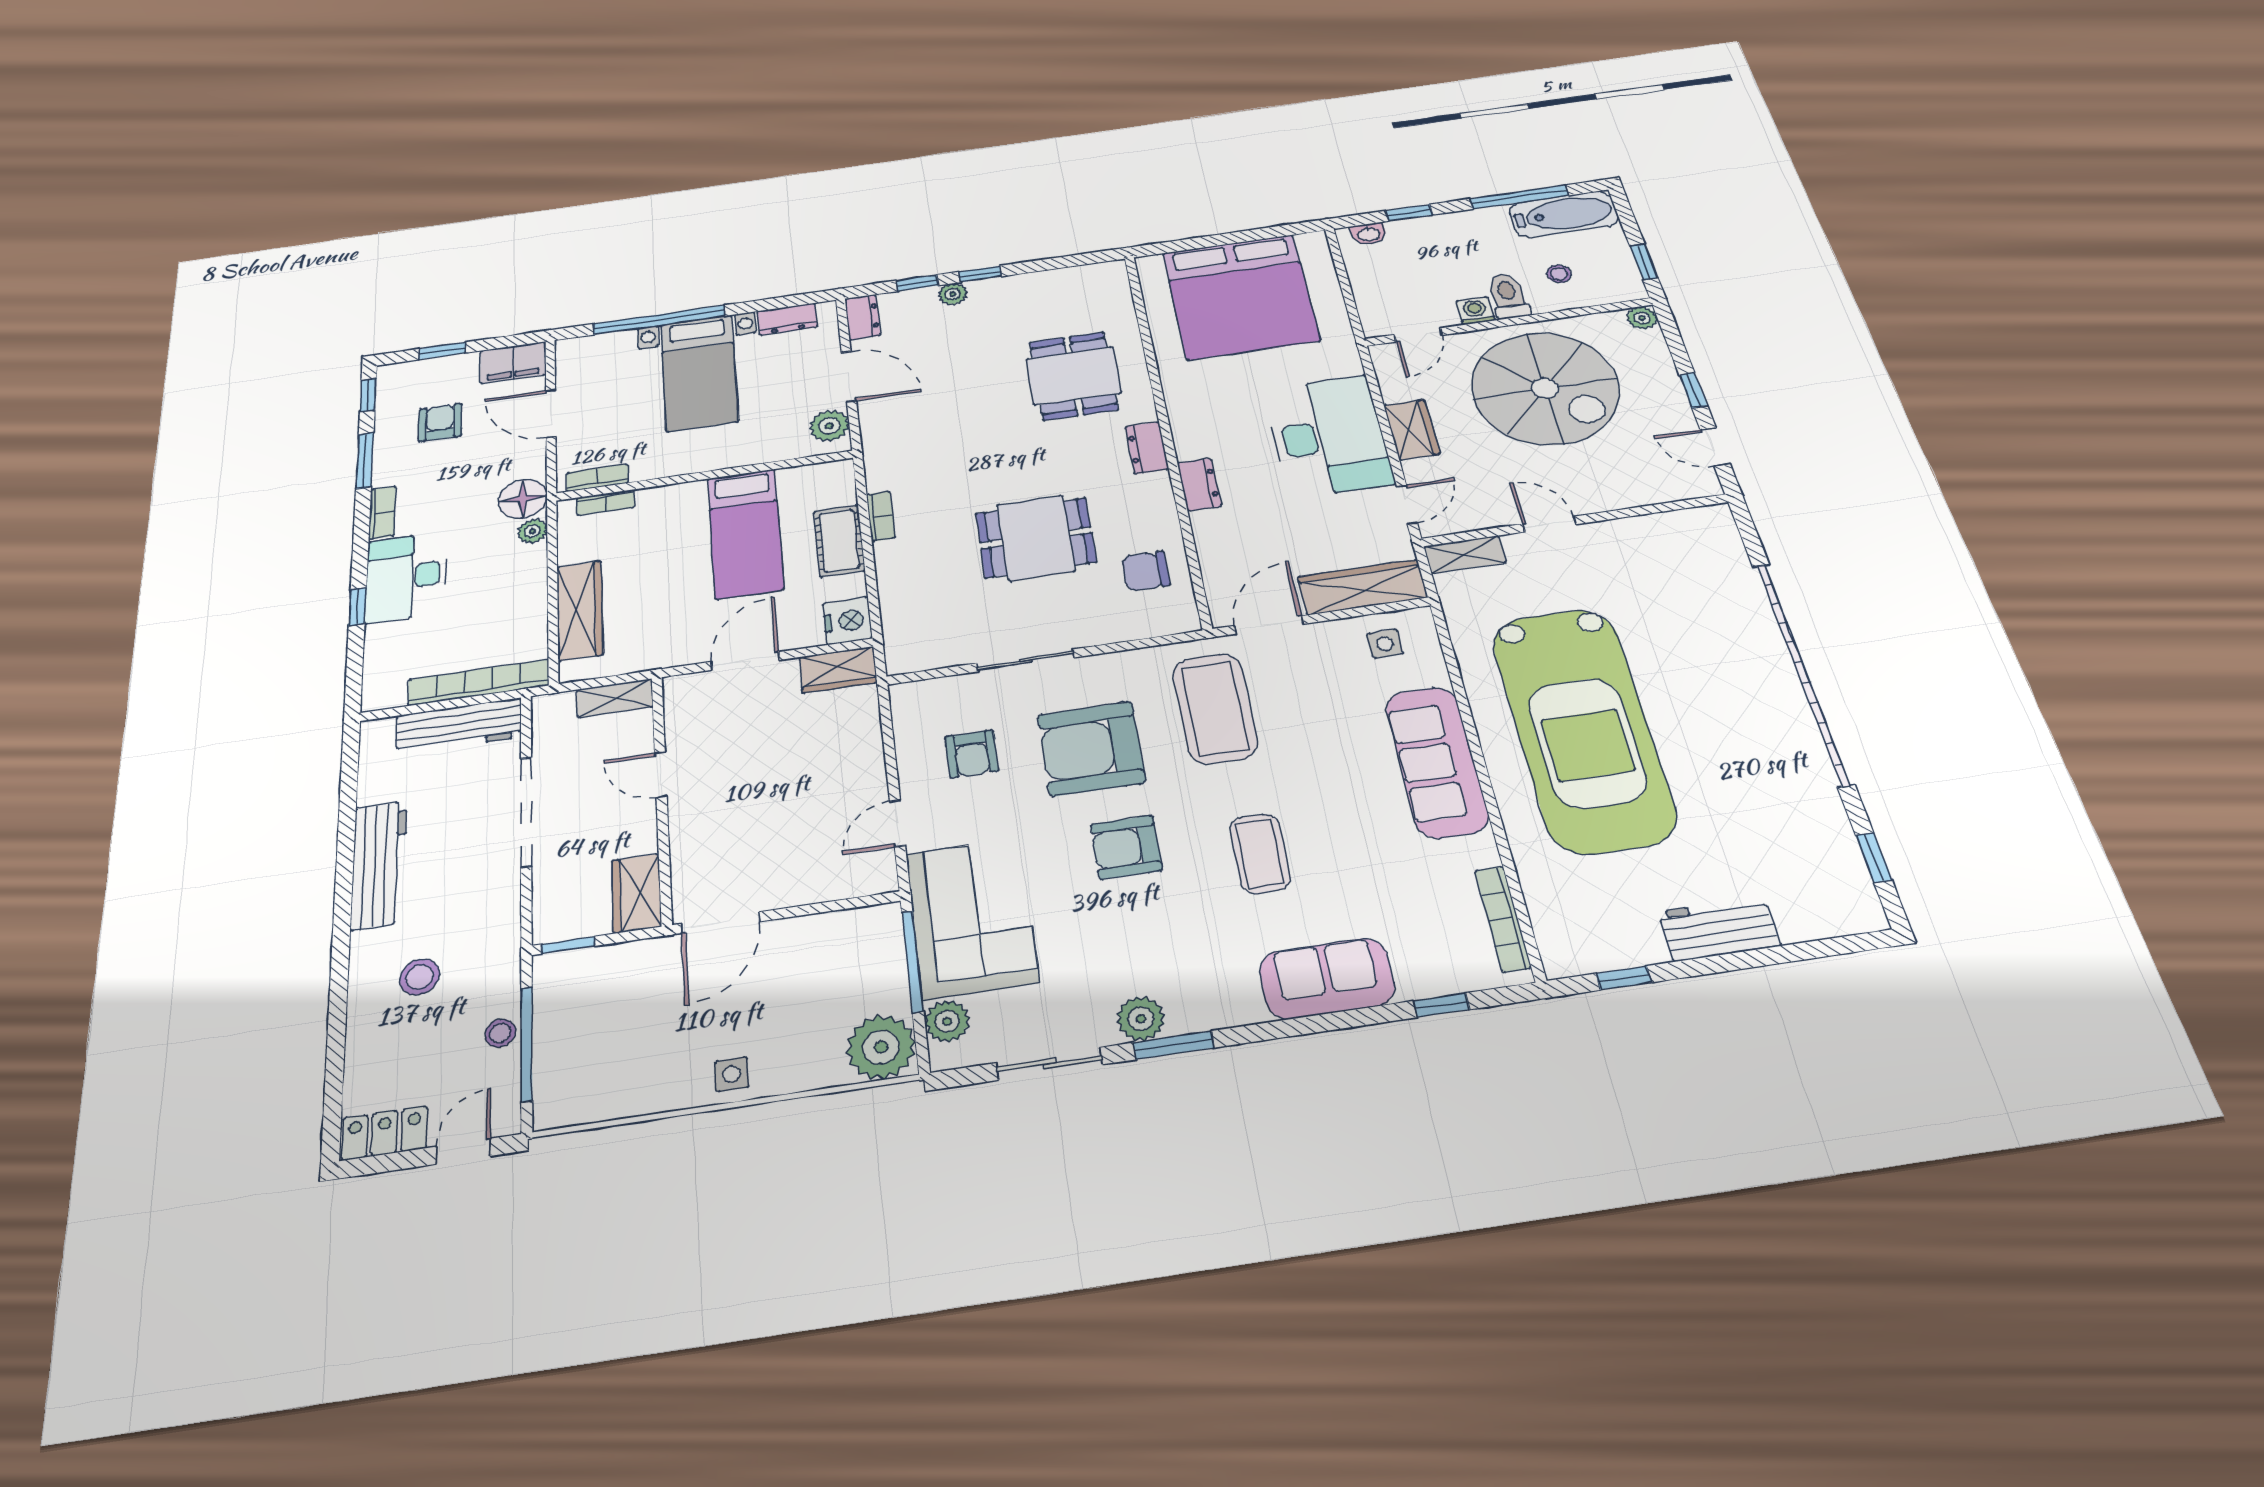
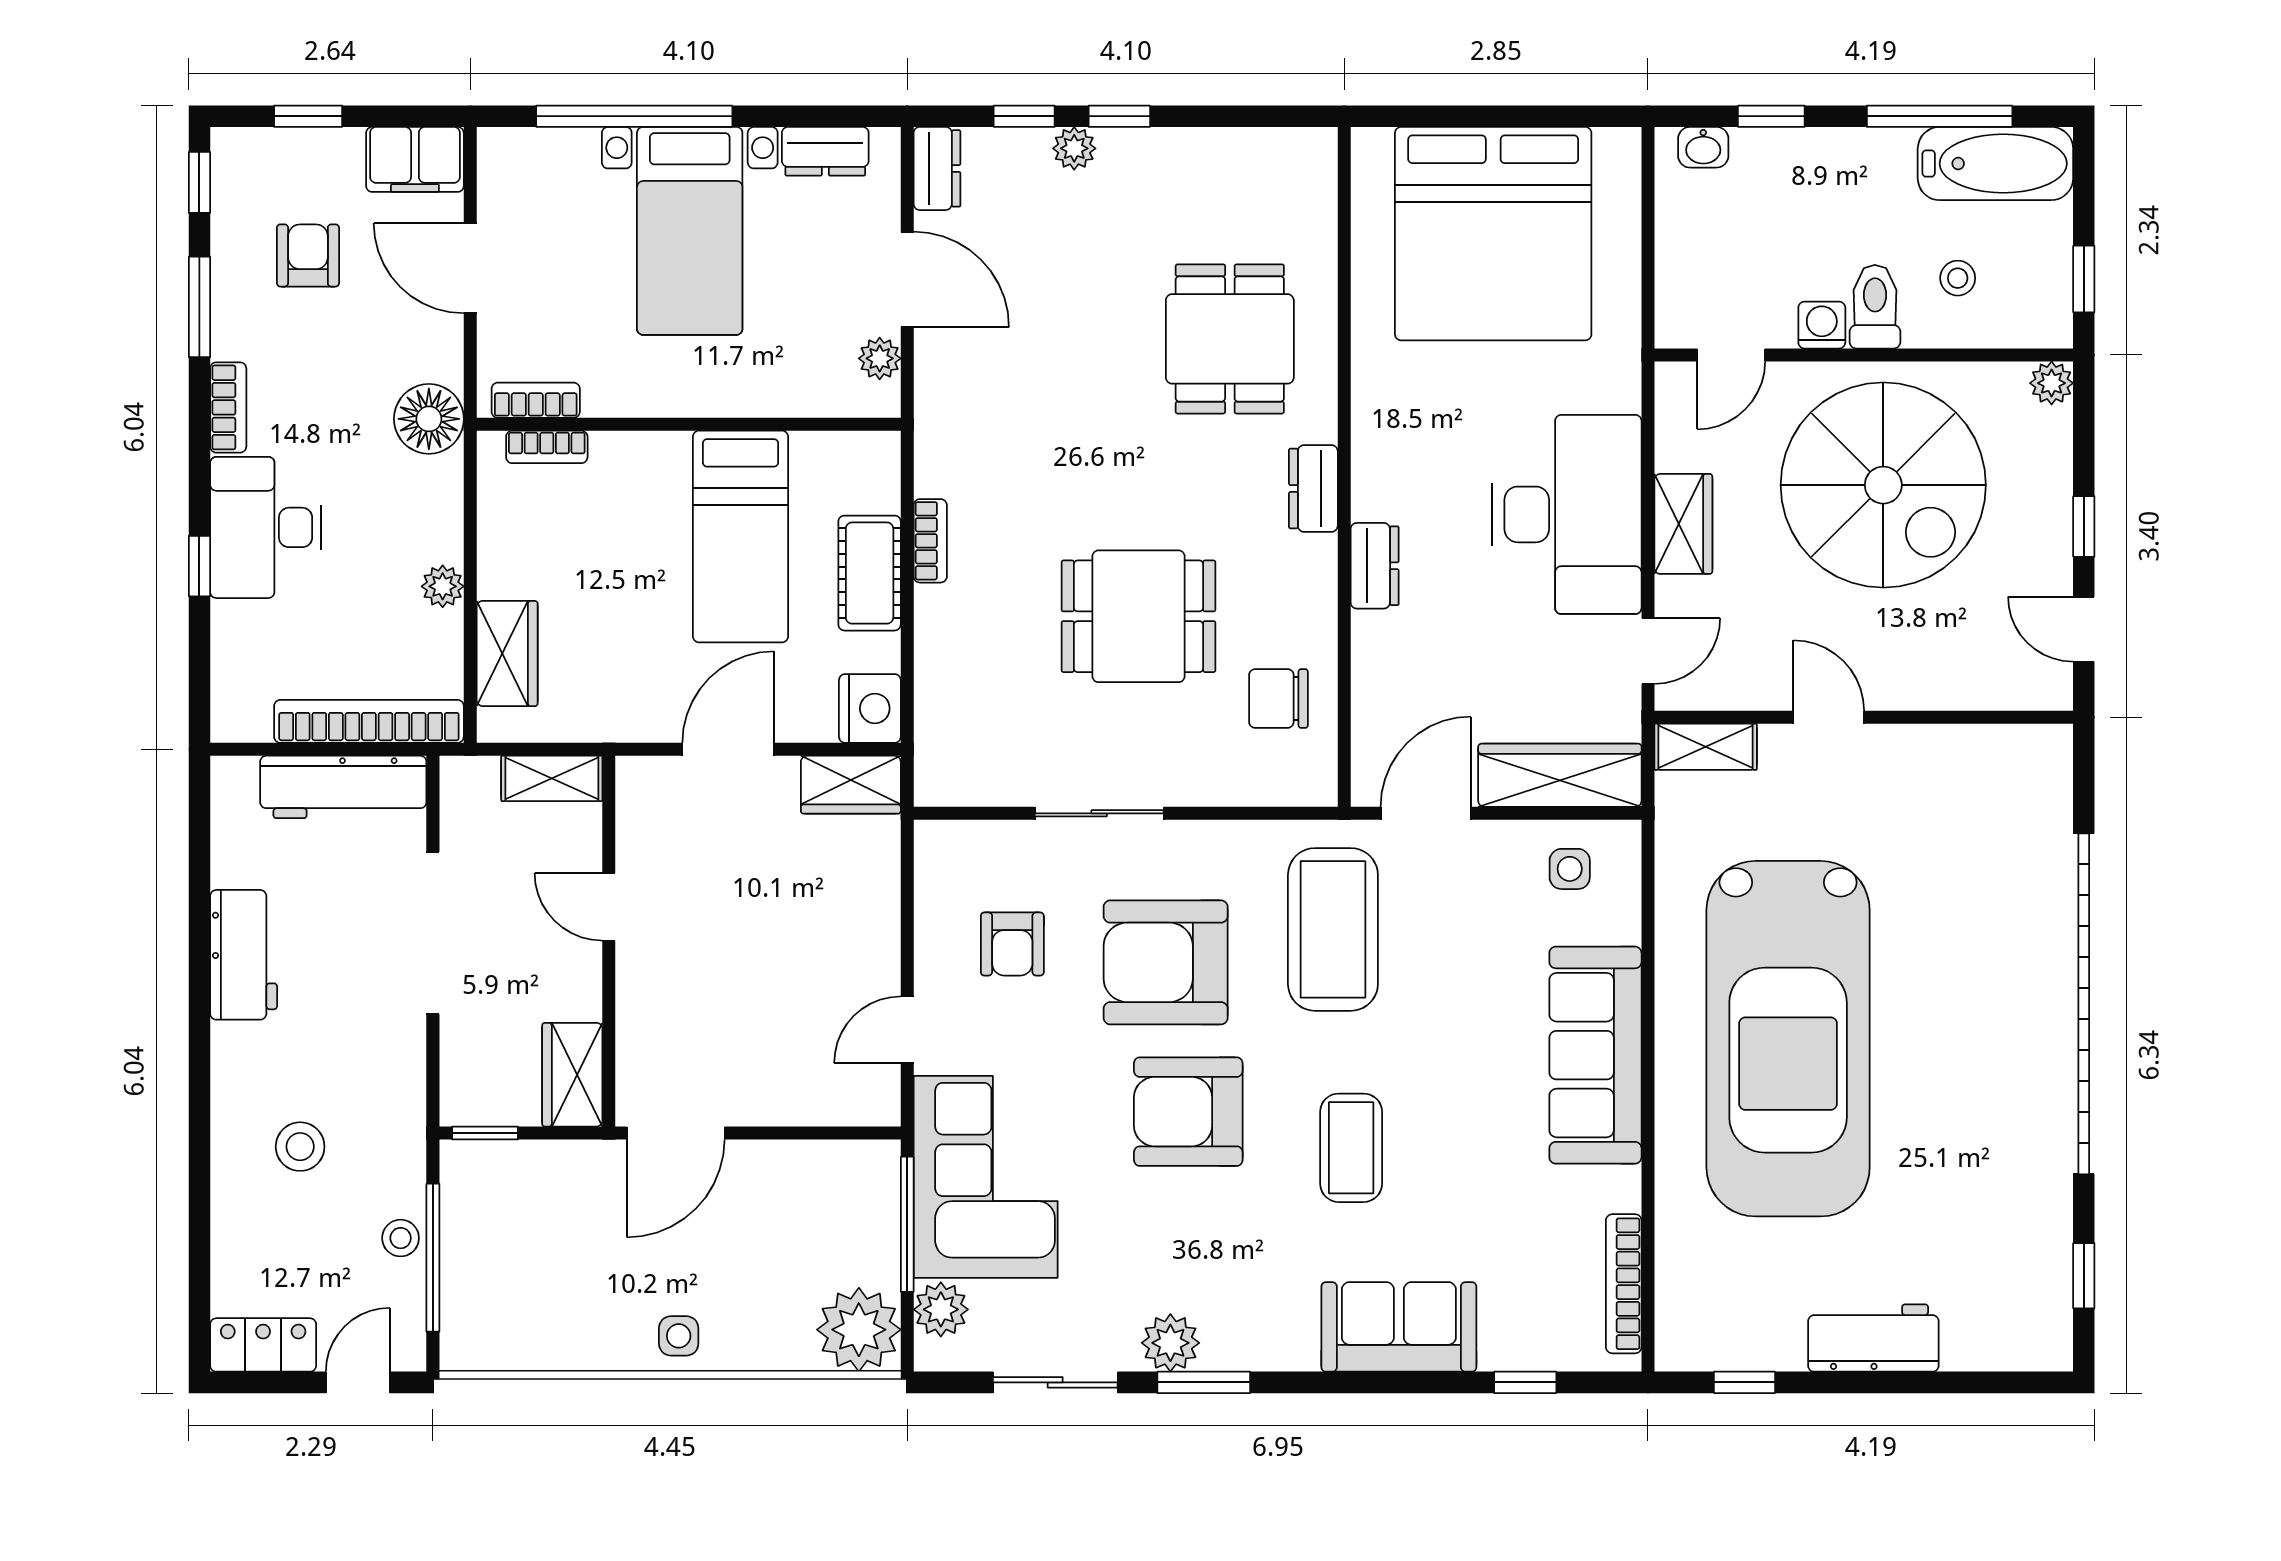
plant: (829, 426) -> (880, 358), width x0.73, depth x0.73
plant: (532, 531) -> (443, 586), moved
wardrobe: (580, 610) -> (507, 654), width x0.67
armchair: (1126, 847) -> (1188, 1112), width x1.36, depth x1.36
workbench: (379, 865) -> (244, 955), width x0.73

